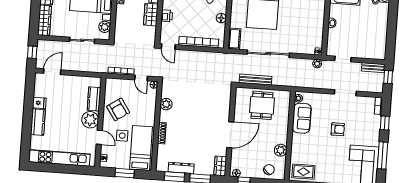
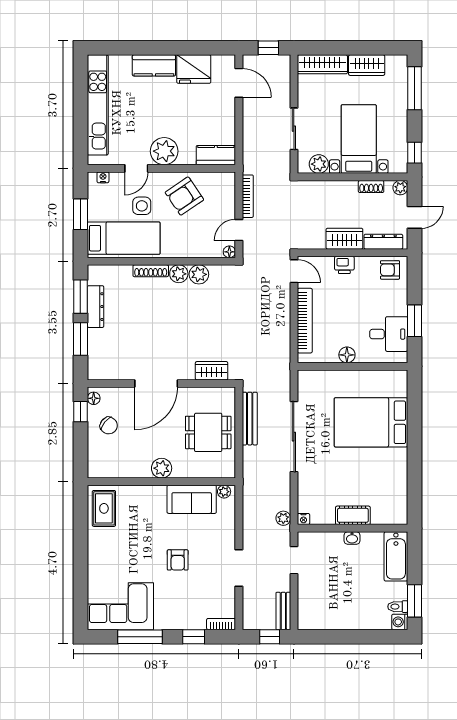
cot: (234, 39) -> (353, 515), moved
door: (168, 46) -> (294, 271), swing flipped
kitchen counter: (94, 99) -> (216, 155), moved
fridge: (39, 103) -> (194, 69), width x1.88, depth x1.34
plant: (165, 116) -> (179, 274), added
door: (230, 135) -> (156, 384), hinge flipped
plant: (281, 150) -> (162, 468), moved
wardrobe: (220, 166) -> (212, 371), moved
chair: (269, 170) -> (109, 426), moved

